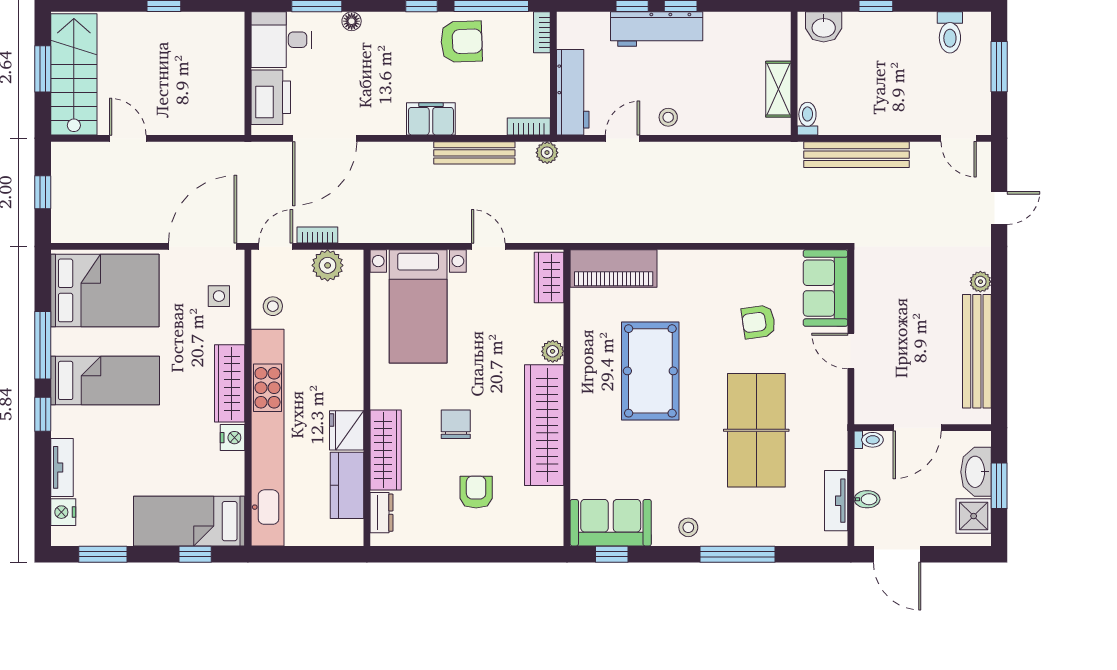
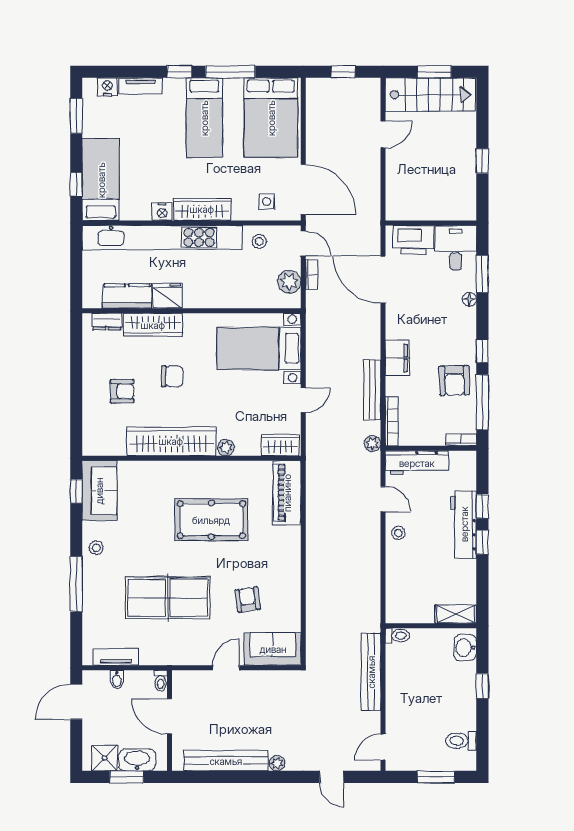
shelving: (778, 89) -> (456, 614), moved
bookcase: (529, 127) -> (392, 421), width x1.56

